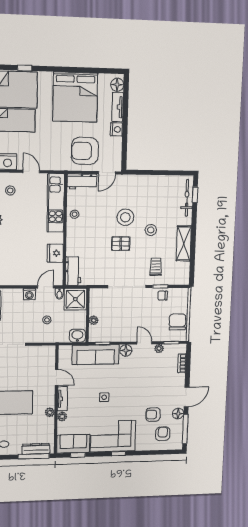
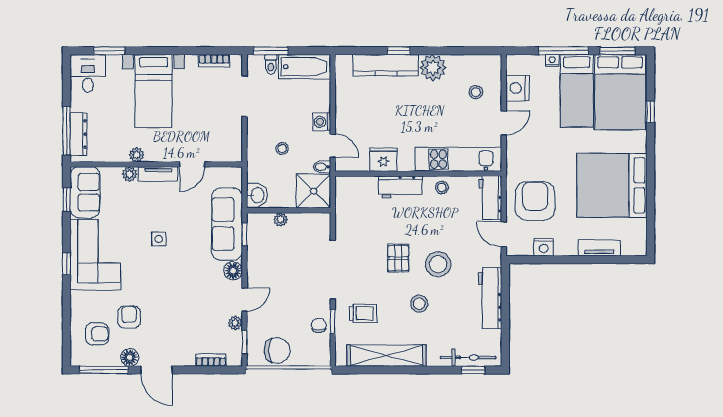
floor lamp: (117, 85) -> (631, 247), removed
nightstand: (116, 129) -> (544, 247), moved
workbench: (149, 183) -> (490, 298), added
shelving: (184, 243) -> (387, 356), width x1.47
workbench: (73, 271) -> (400, 187), moved

